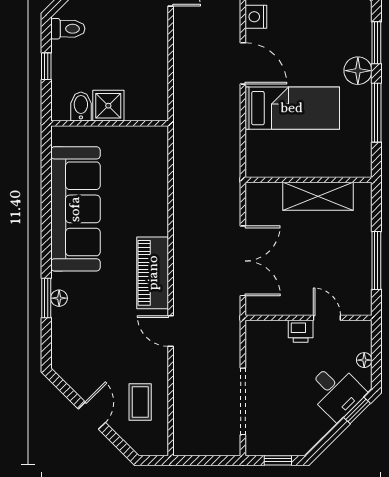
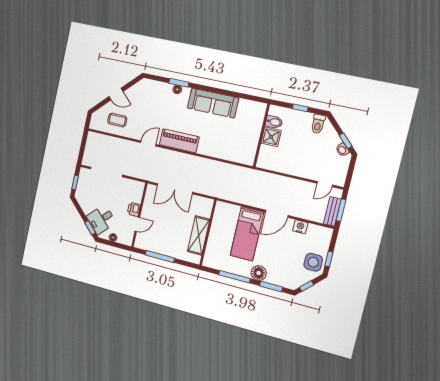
sofa: (75, 209) -> (213, 103), width x0.74, depth x0.79

